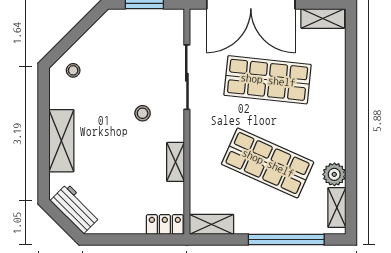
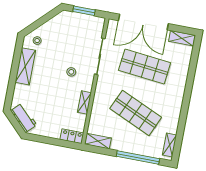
shelving: (61, 141) -> (25, 66), moved
plant: (334, 174) -> (172, 126), removed

